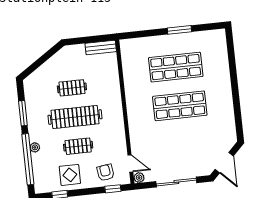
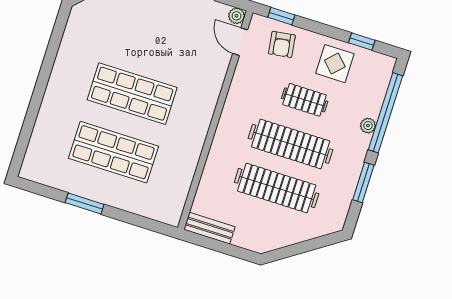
clothes rail: (72, 88) -> (277, 188), width x1.86, depth x1.31

